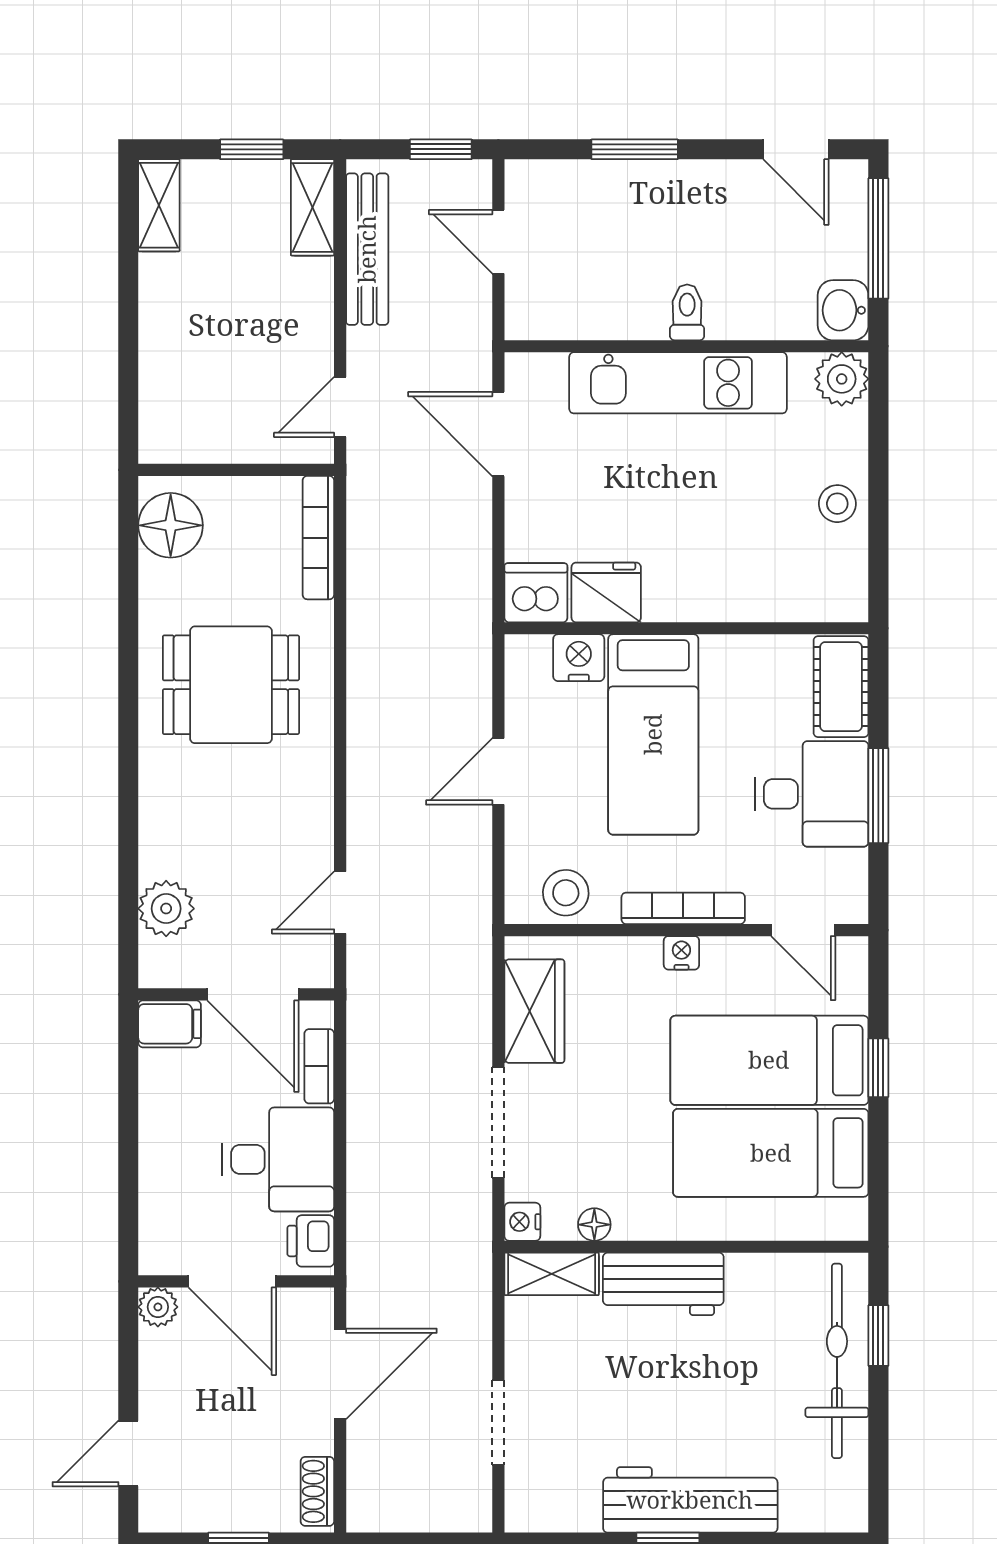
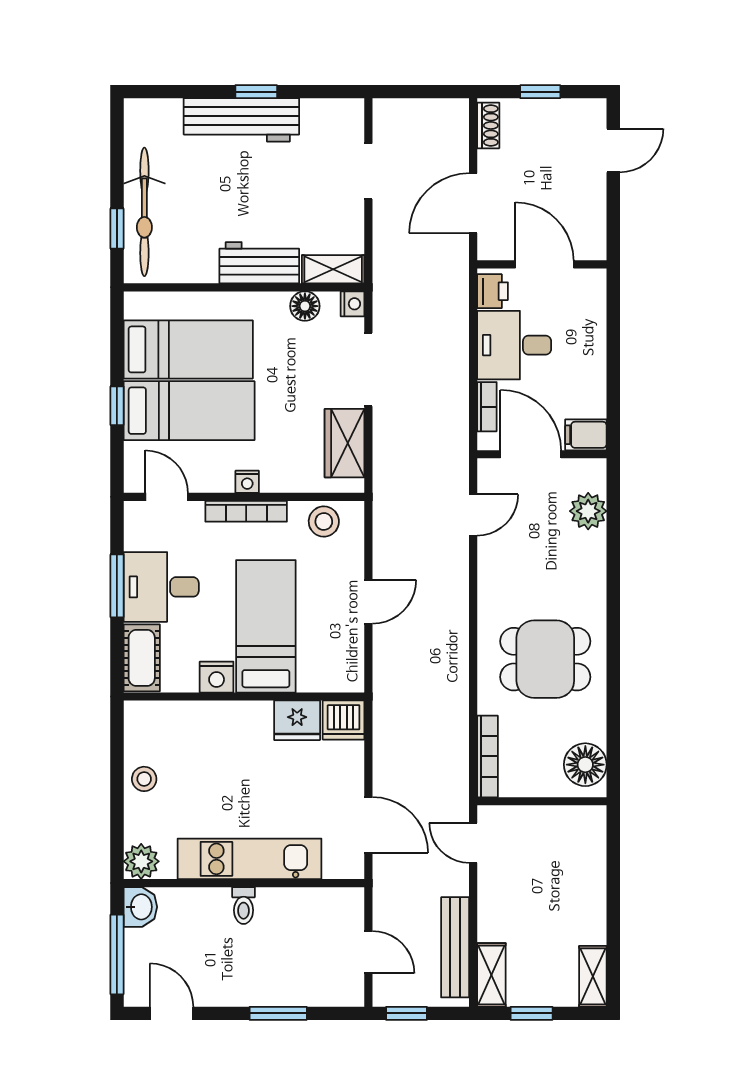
door: (340, 407) -> (473, 843), swing flipped
nightstand: (579, 658) -> (217, 677), moved
floor lamp: (594, 1225) -> (305, 306), width x1.37, depth x1.37
plant: (158, 1307) -> (594, 247), removed

